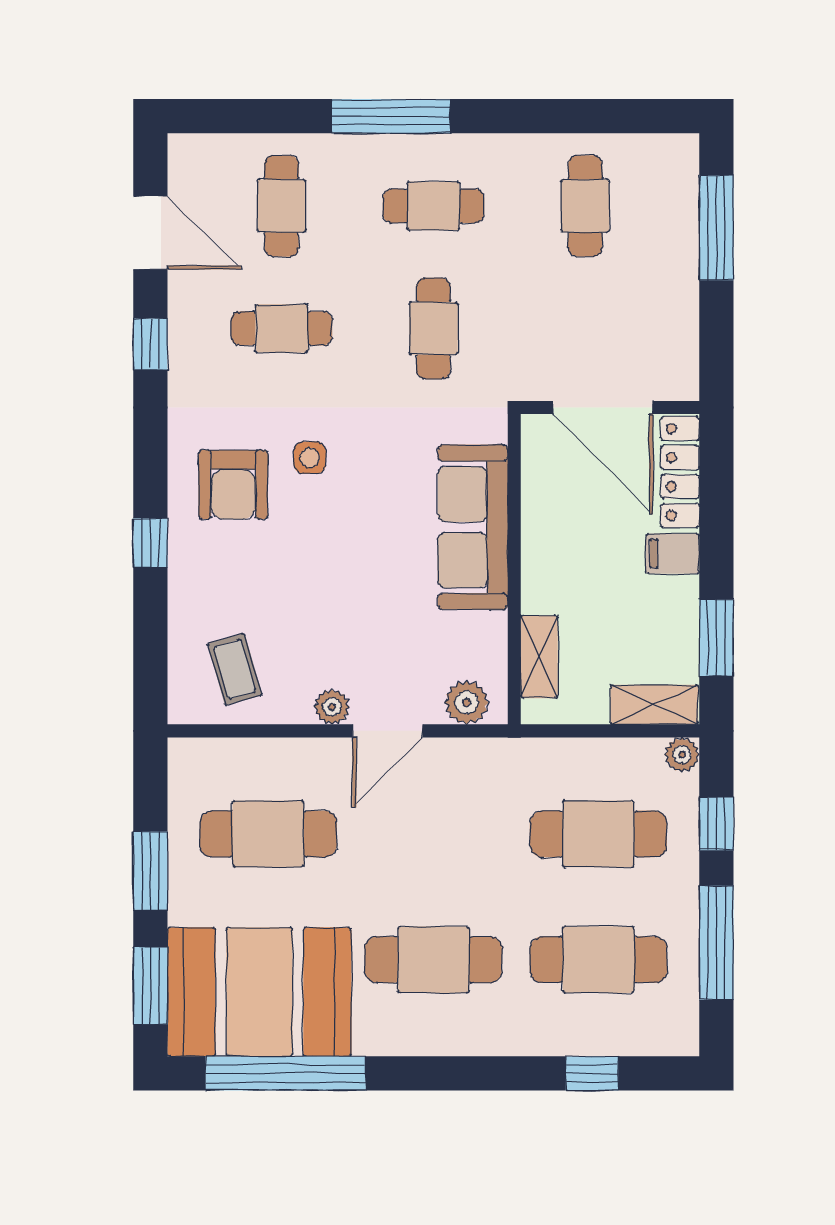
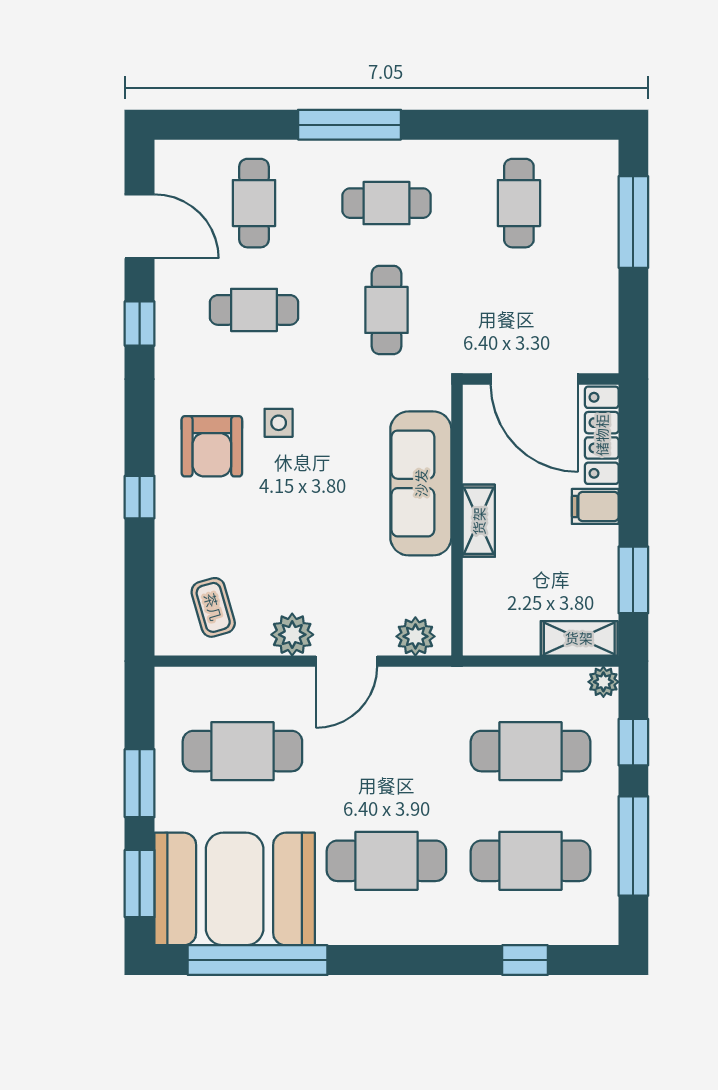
shelving: (539, 657) -> (479, 521), moved
plant: (332, 707) -> (292, 635), width x1.38, depth x1.38

